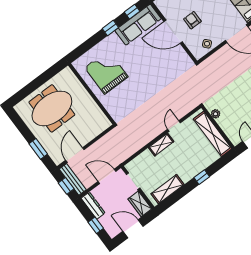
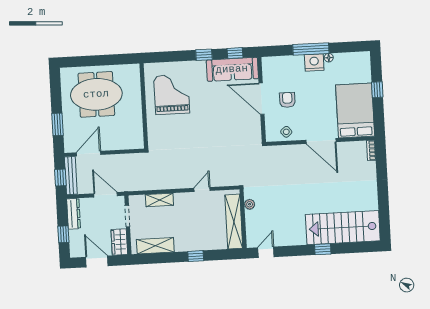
shelving: (161, 145) -> (159, 200), moved

